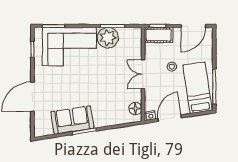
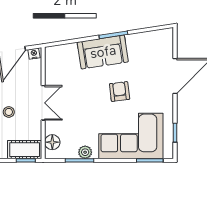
plant: (108, 38) -> (85, 152), width x0.53, depth x0.53
armchair: (79, 84) -> (120, 92), added
floor lamp: (135, 109) -> (52, 142), moved
sofa: (72, 120) -> (103, 52), moved

